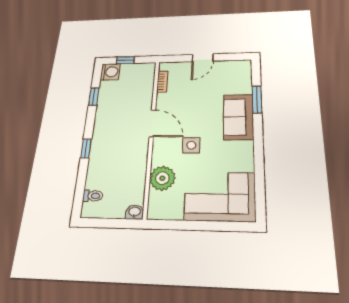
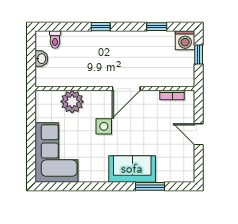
washbasin: (135, 212) -> (41, 59), moved

